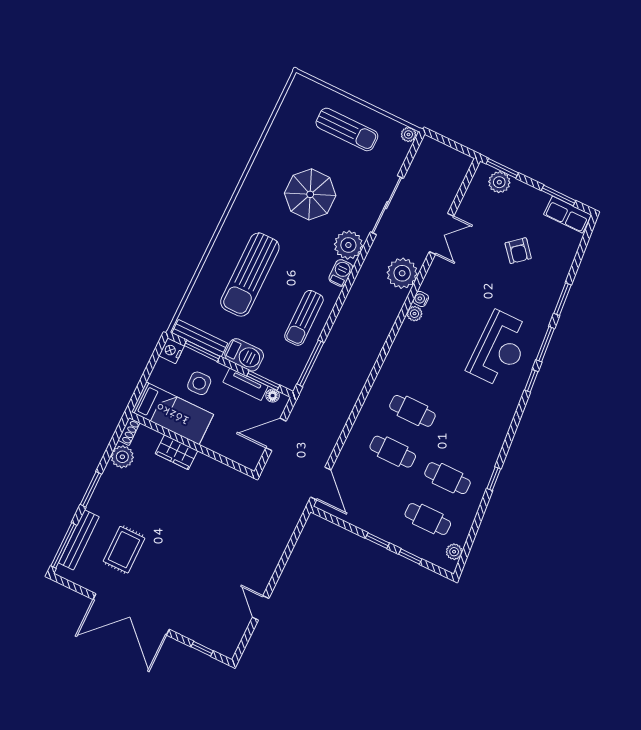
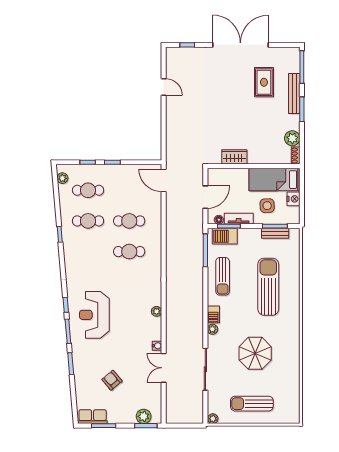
plant: (348, 245) -> (212, 329), width x0.53, depth x0.53
plant: (402, 273) -> (176, 332), removed
water cooler: (421, 299) -> (157, 346), moved
sun lounger: (304, 318) -> (223, 276), turned 180
bench: (200, 338) -> (275, 233), width x0.73
nightstand: (172, 351) -> (294, 199), moved
barbecue: (244, 355) -> (225, 236), moved
wardrobe: (176, 452) -> (234, 157), moved
bench: (79, 540) -> (294, 93), moved

